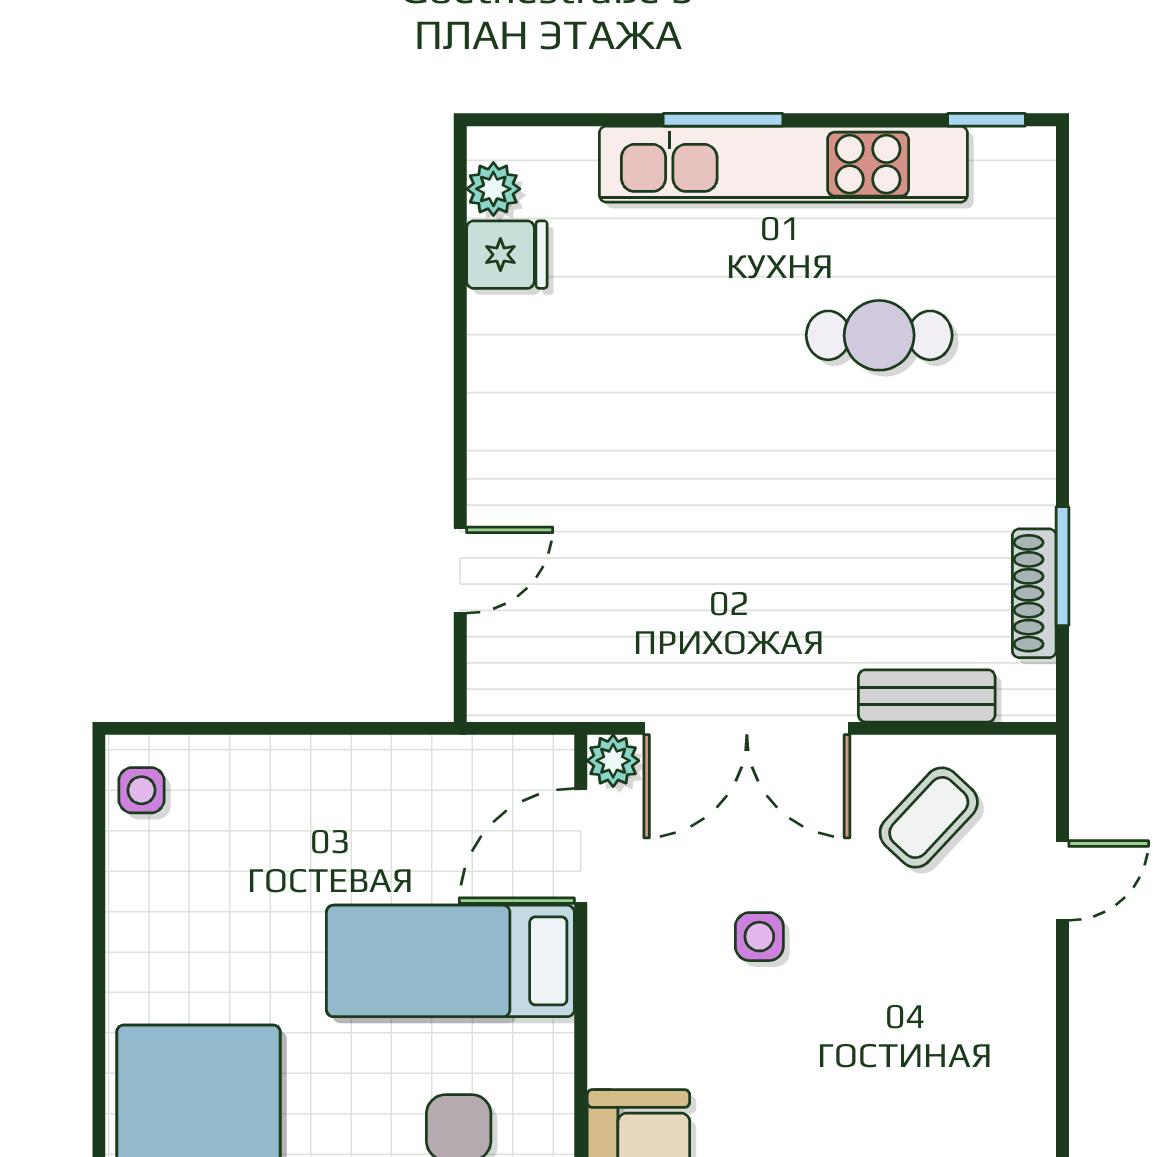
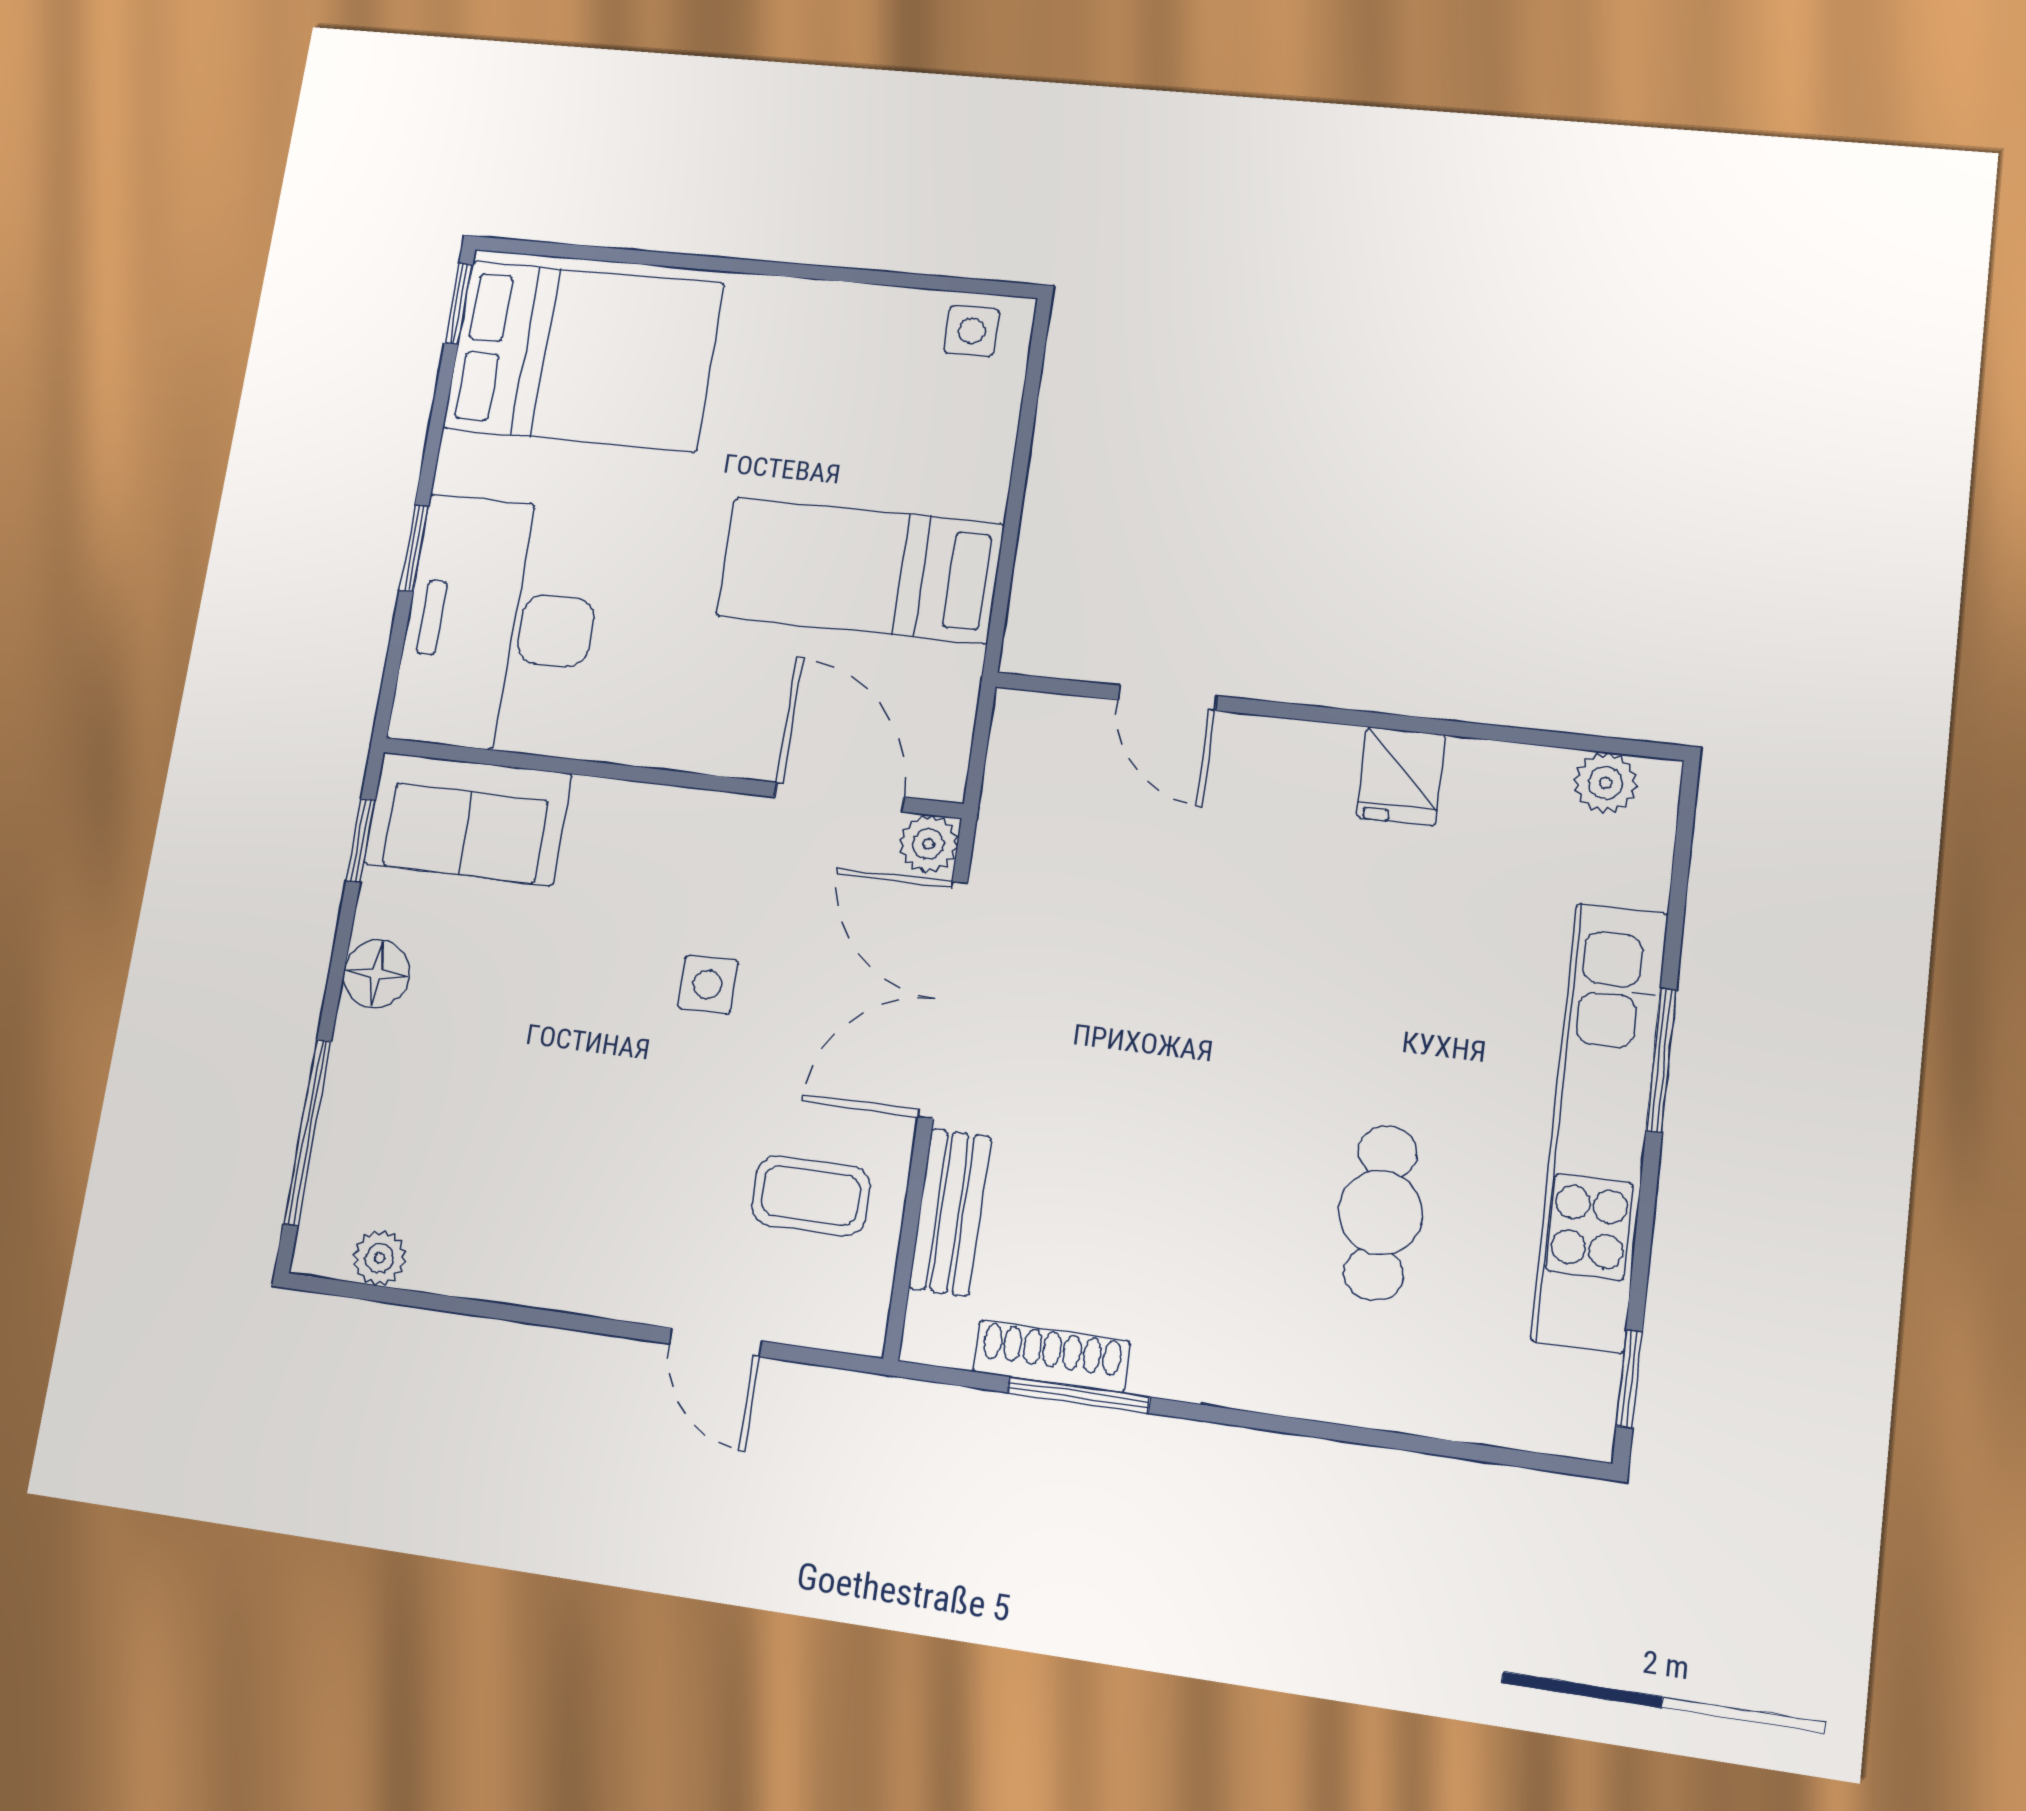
fridge: (507, 255) -> (1401, 776), moved
coffee table: (929, 818) -> (811, 1196), turned -43
bed: (450, 961) -> (860, 570), moved, turned -90

